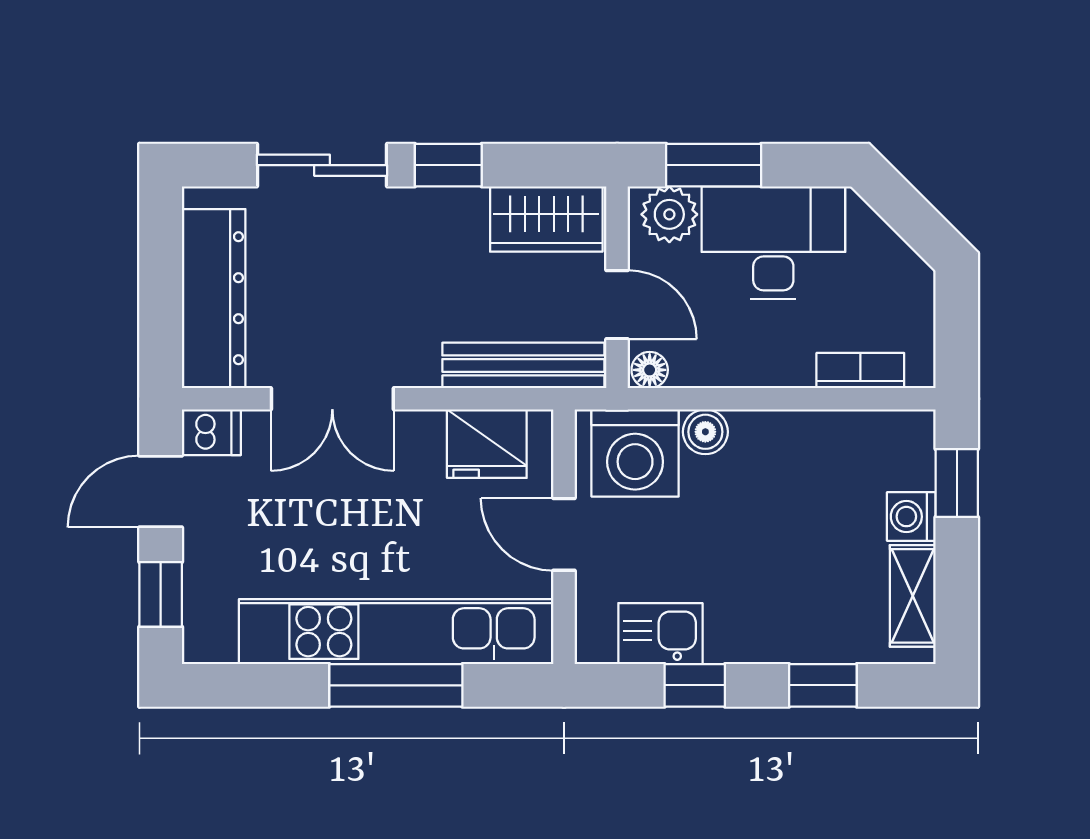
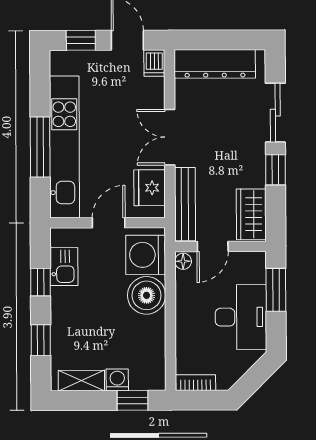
plant: (669, 214) -> (254, 270), removed
bookcase: (860, 371) -> (196, 383), moved, turned -90
double door: (332, 399) -> (170, 137), moved
boiler: (705, 432) -> (147, 295), width x1.86, depth x1.86

